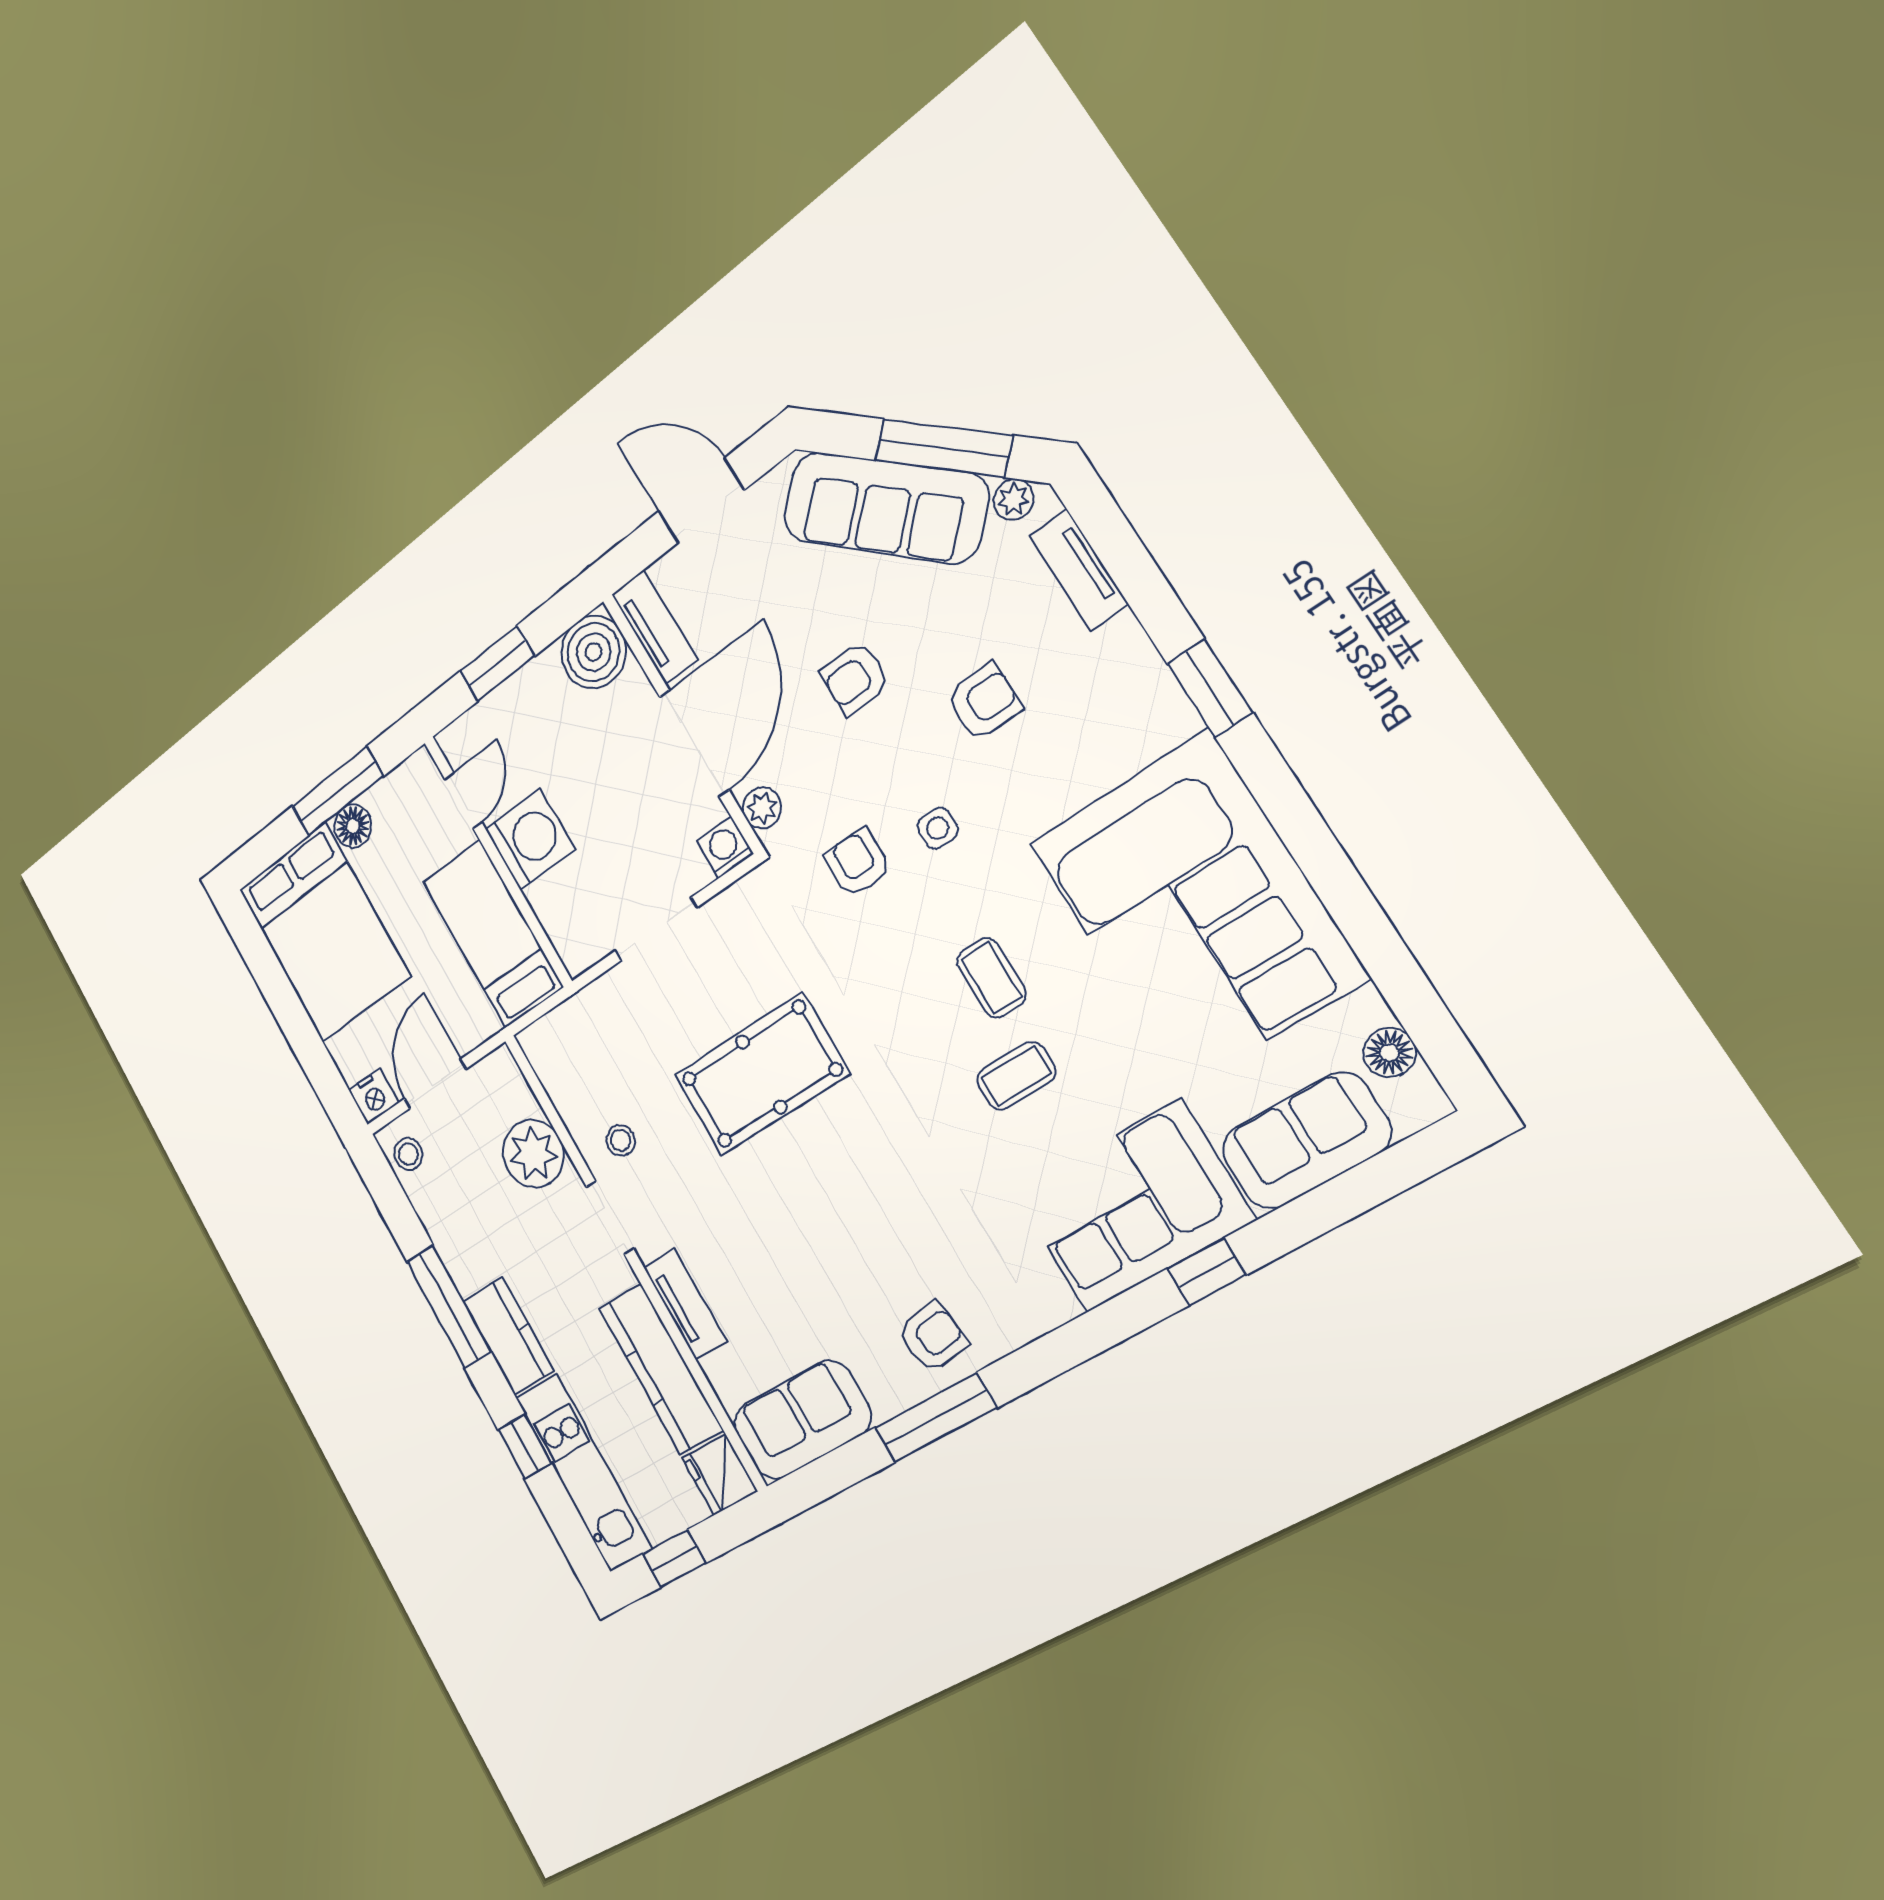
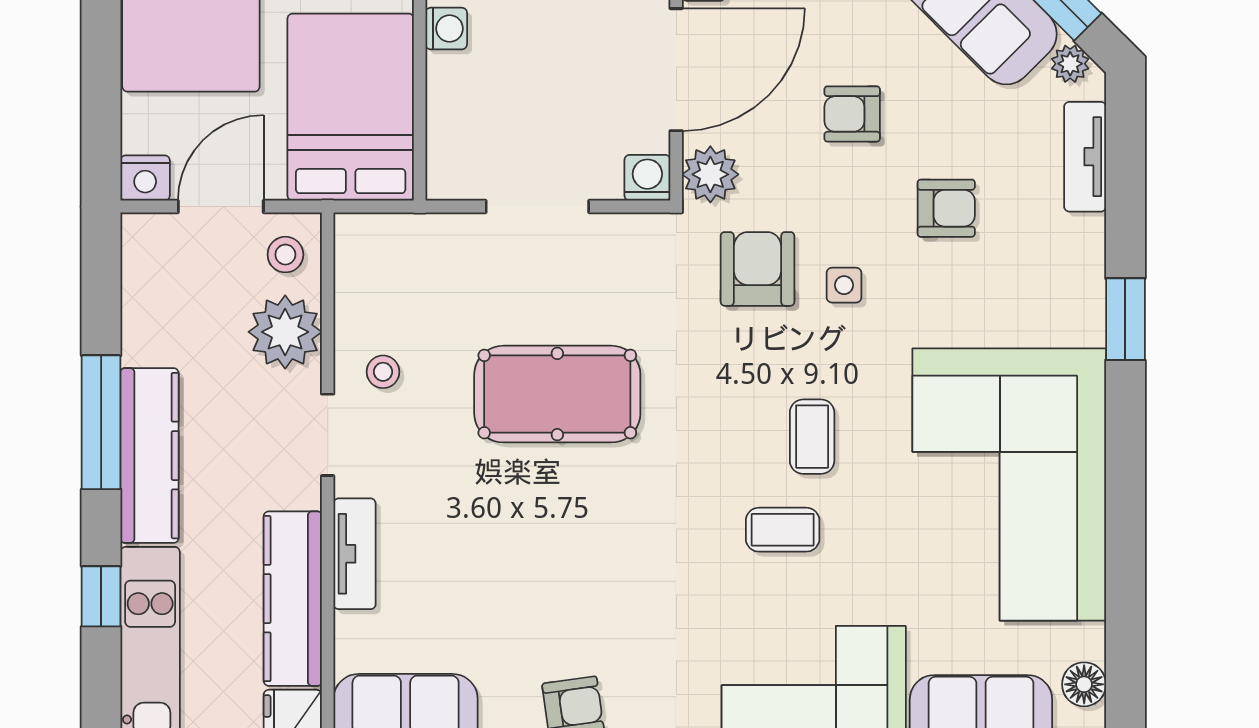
plant: (762, 808) -> (710, 174), width x1.38, depth x1.38
washing machine: (530, 839) -> (446, 29), width x0.53, depth x0.53
armchair: (857, 863) -> (757, 269), width x1.38, depth x1.38
bed: (493, 934) -> (351, 107), width x1.50
stool: (408, 1154) -> (285, 255), moved
kitchen counter: (508, 1336) -> (150, 456), width x1.50

